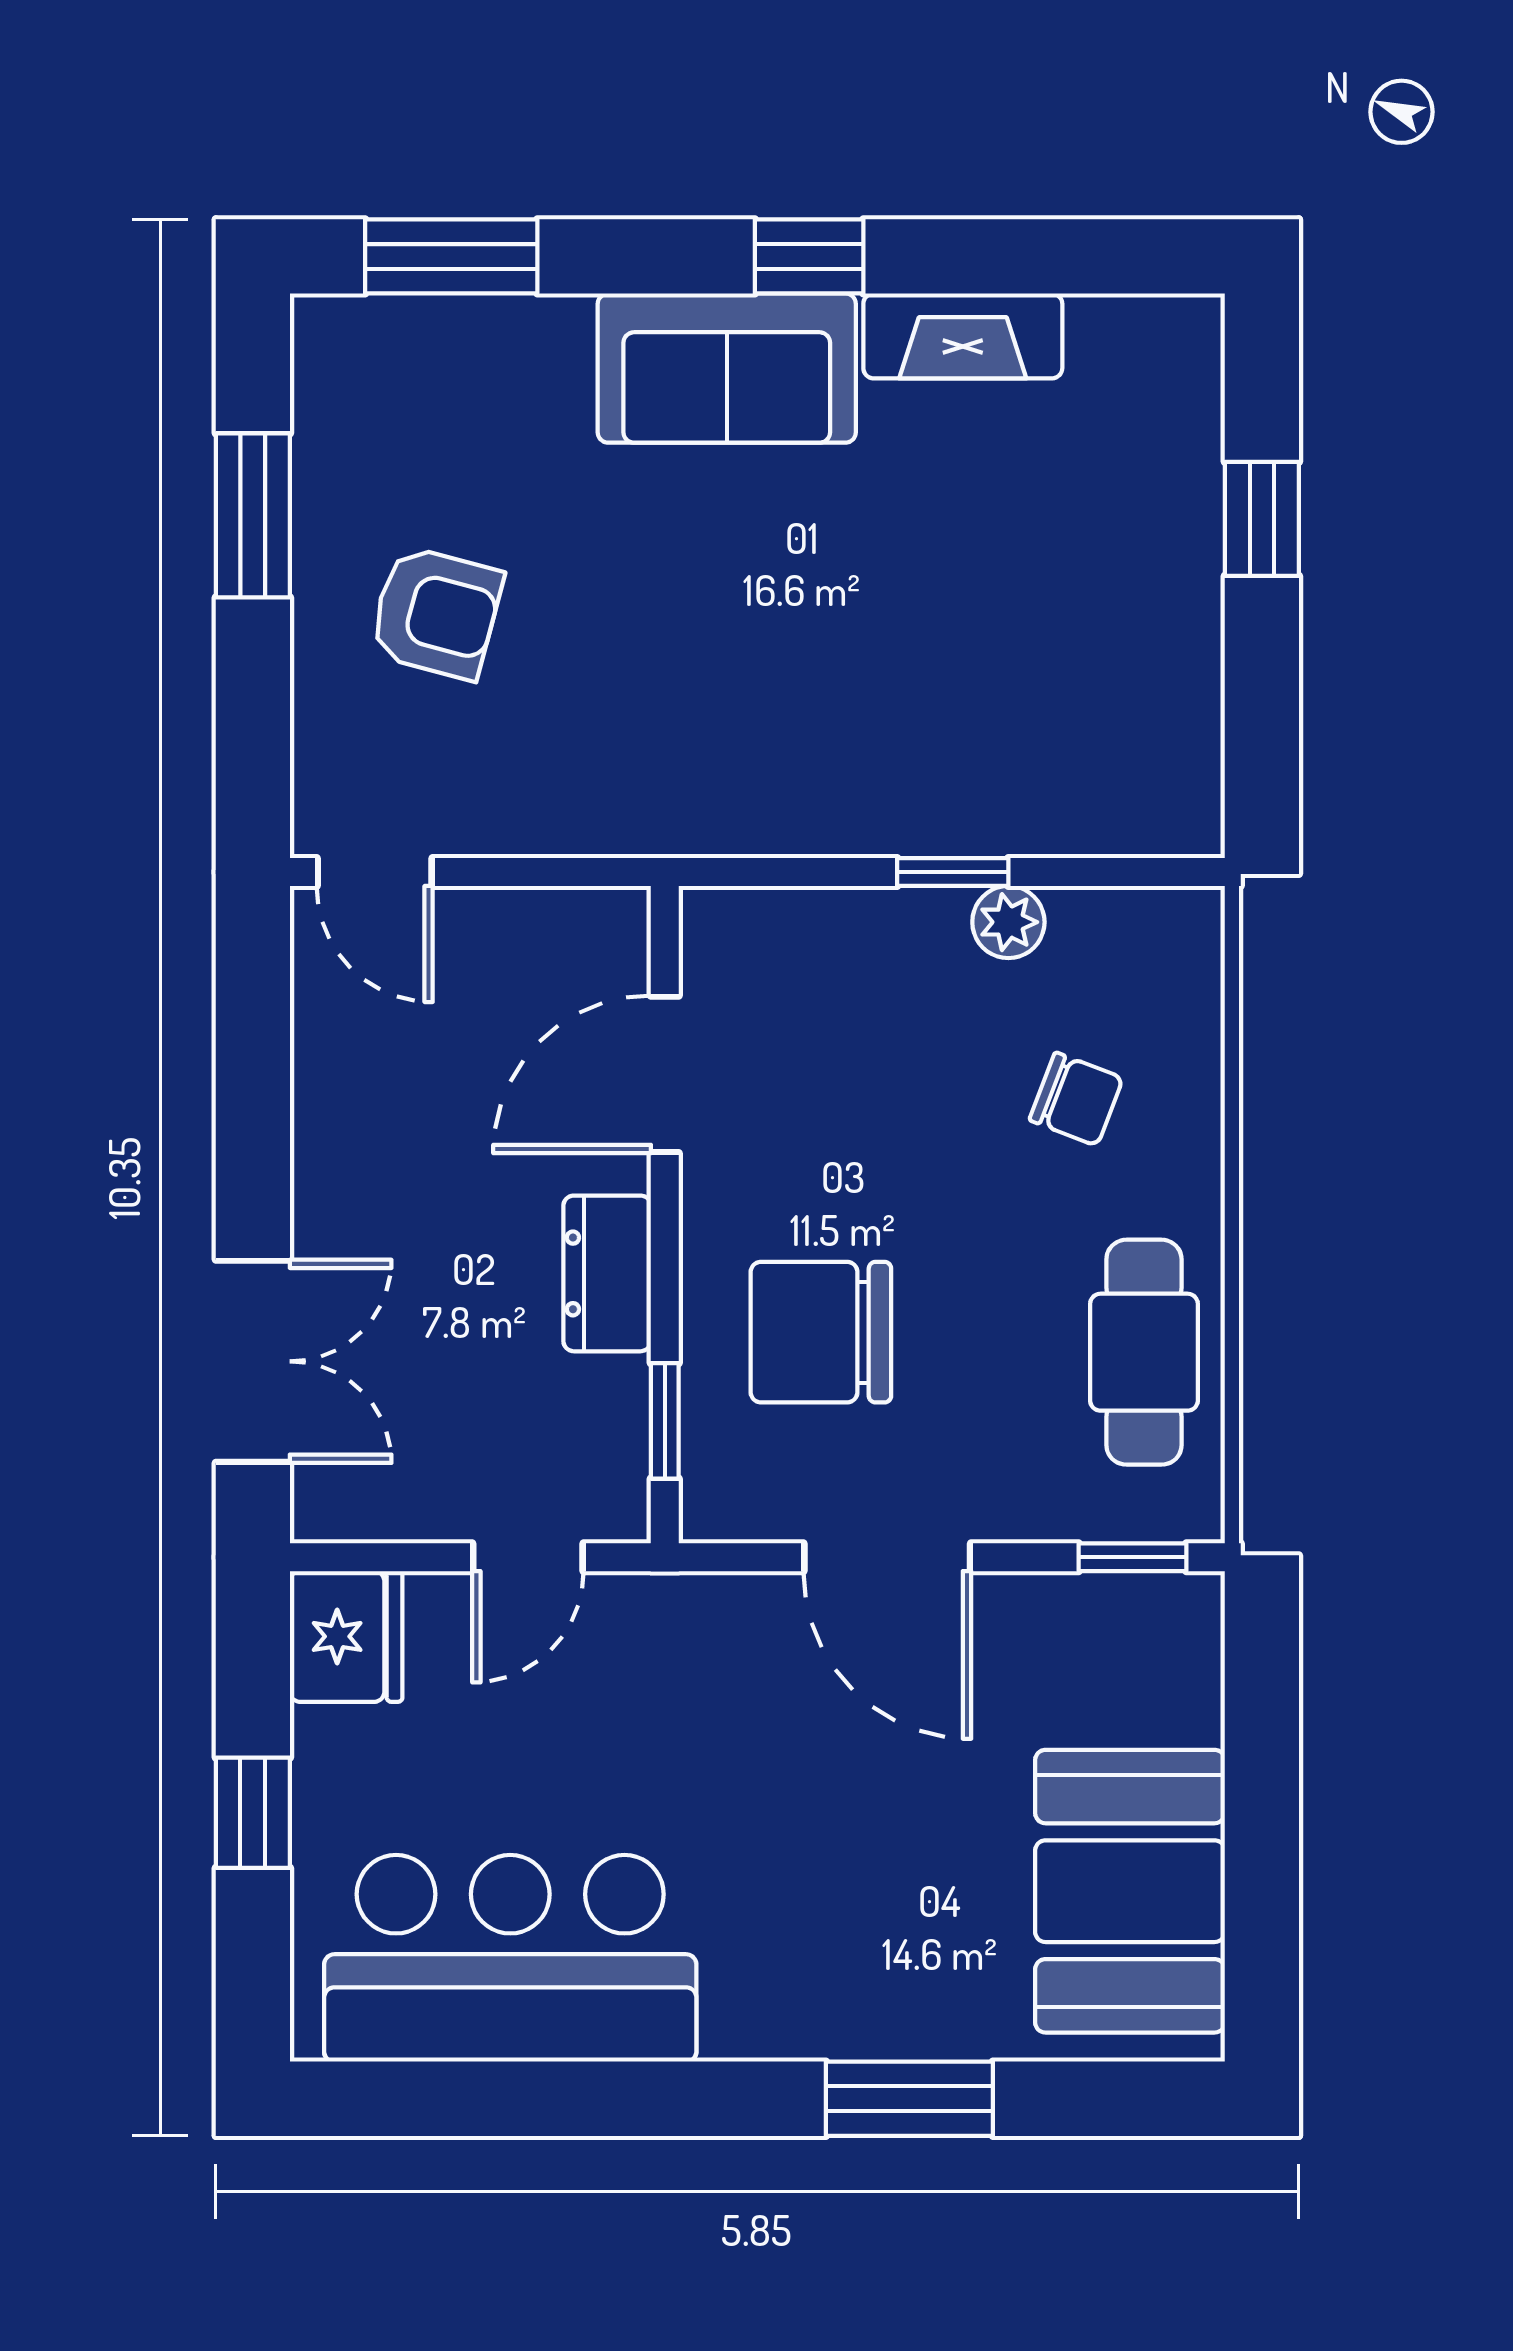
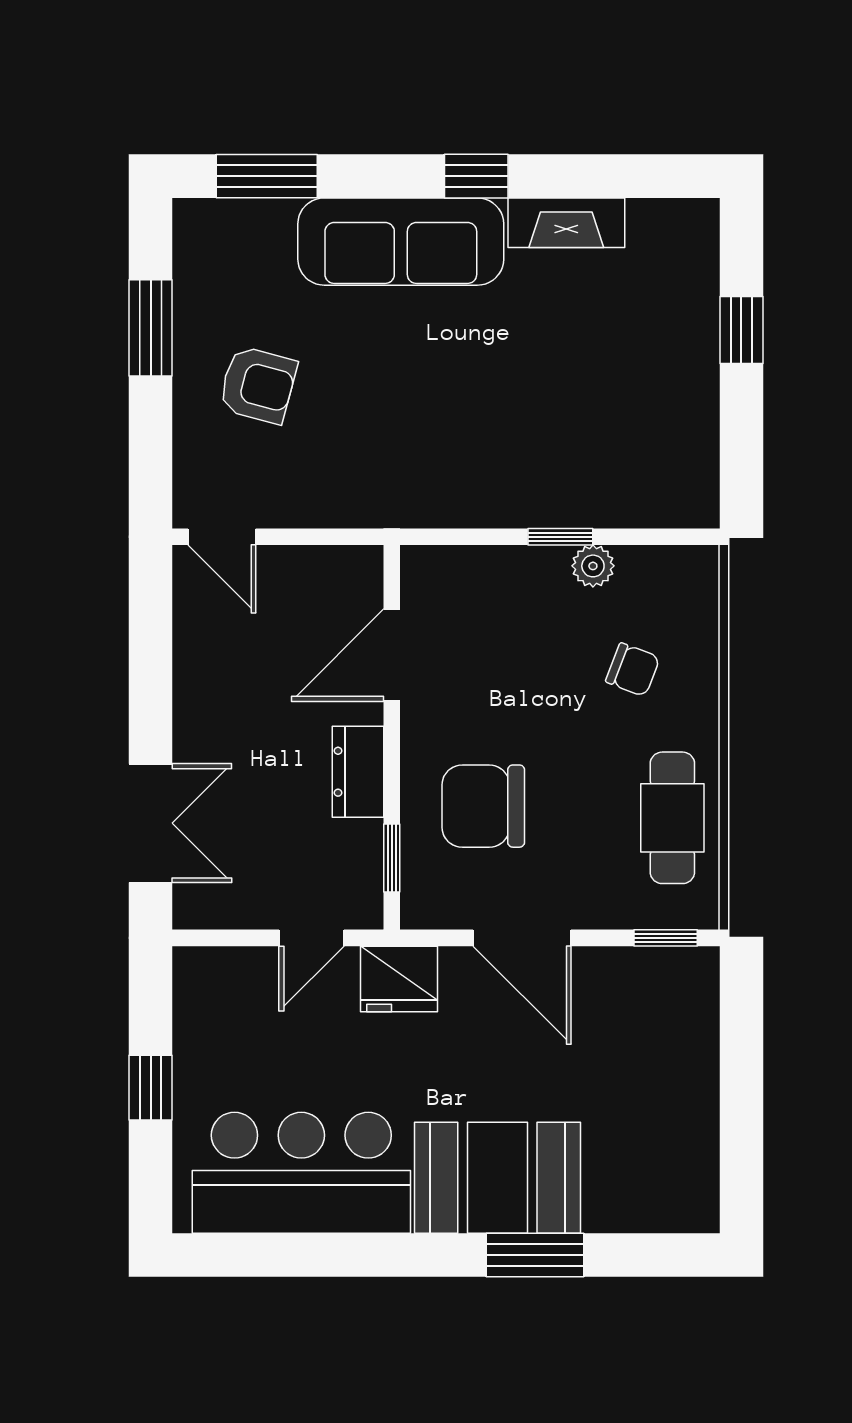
sofa: (727, 368) -> (401, 242), width x1.36
fridge: (346, 1636) -> (399, 979), moved, turned 90
booth: (1130, 1891) -> (497, 1178), moved, turned 90

